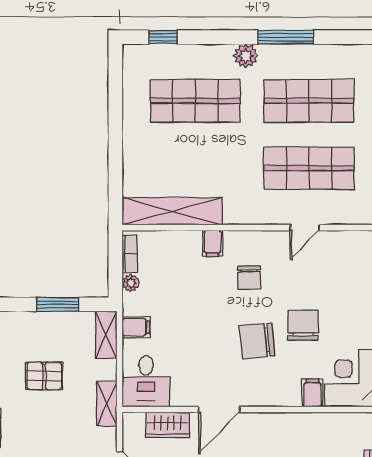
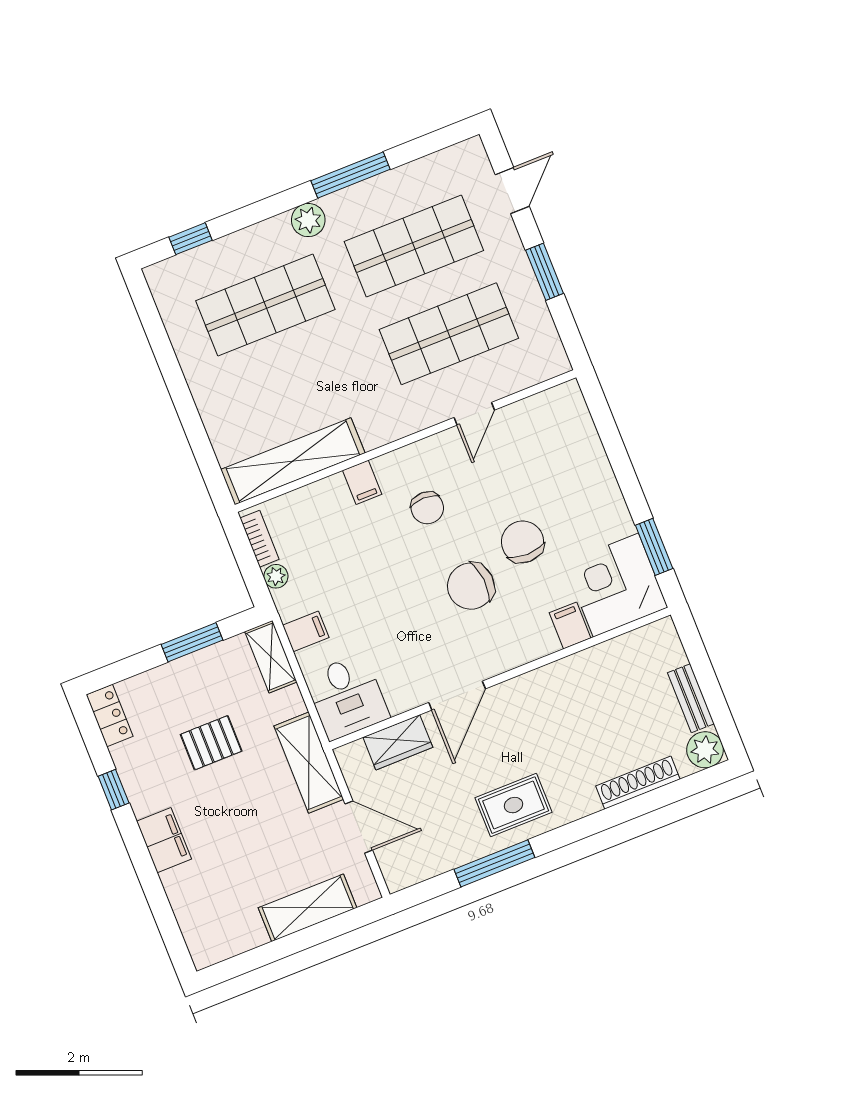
shelving: (107, 404) -> (309, 763), width x1.50, depth x1.33

